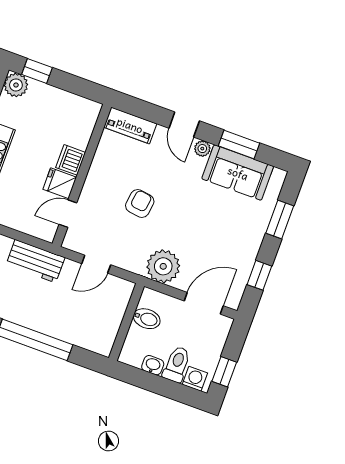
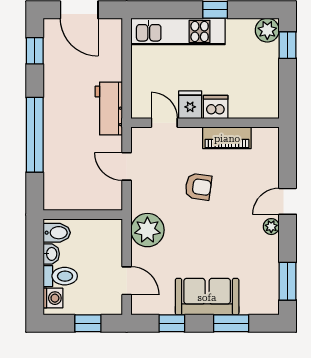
piano: (130, 125) -> (227, 138), moved, turned -90
window: (239, 145) -> (288, 281), moved
sofa: (238, 173) -> (207, 297), moved, turned 90
door: (204, 303) -> (127, 281), width x0.73
bidet: (147, 319) -> (57, 233), moved, turned -90
window: (224, 372) -> (88, 323), moved

